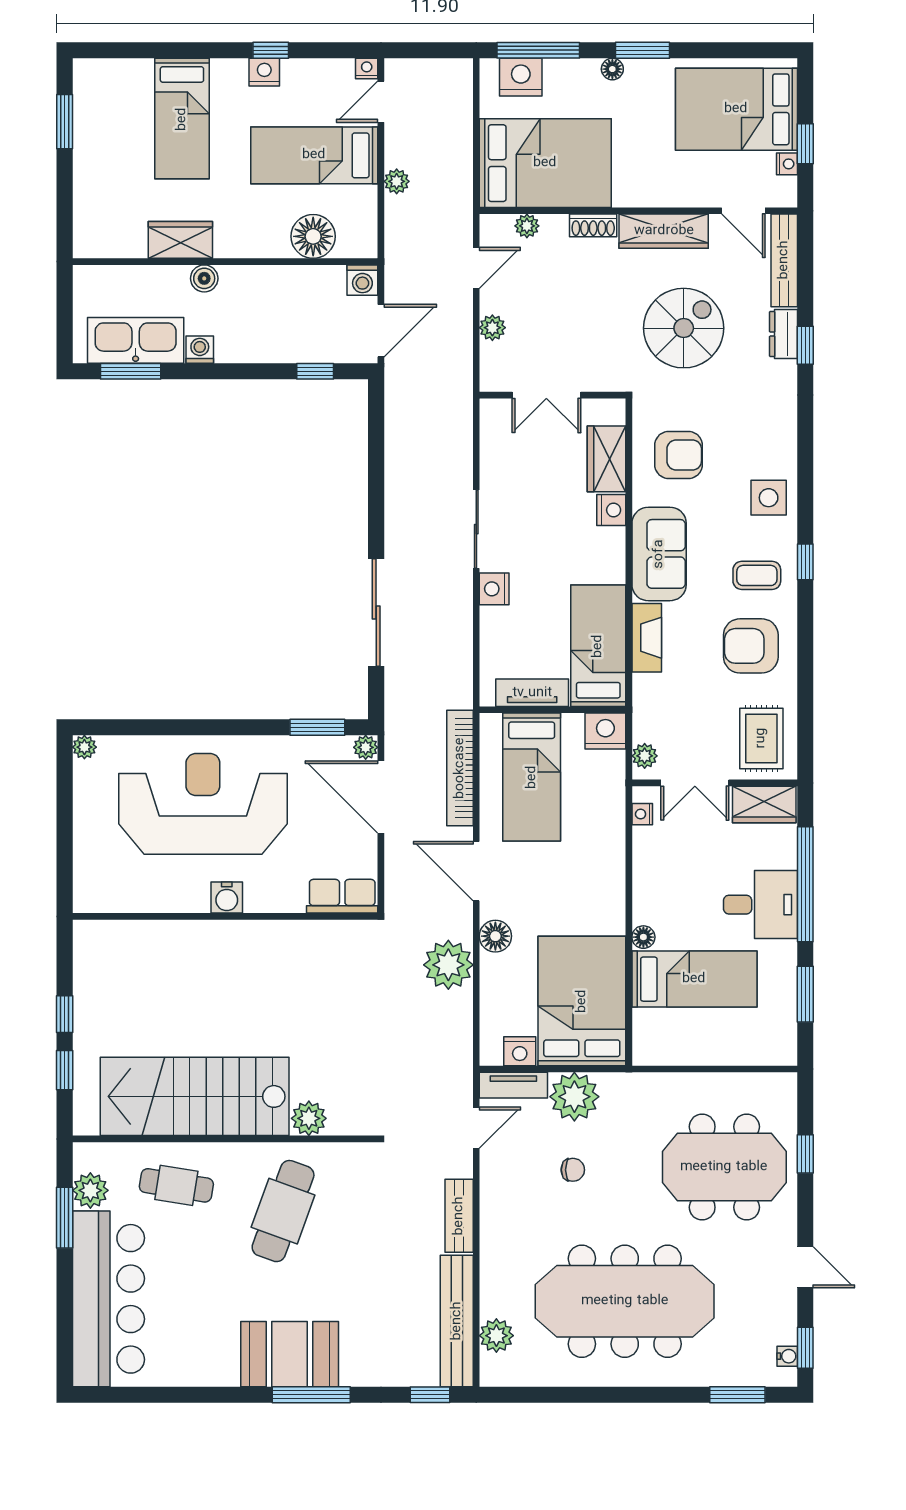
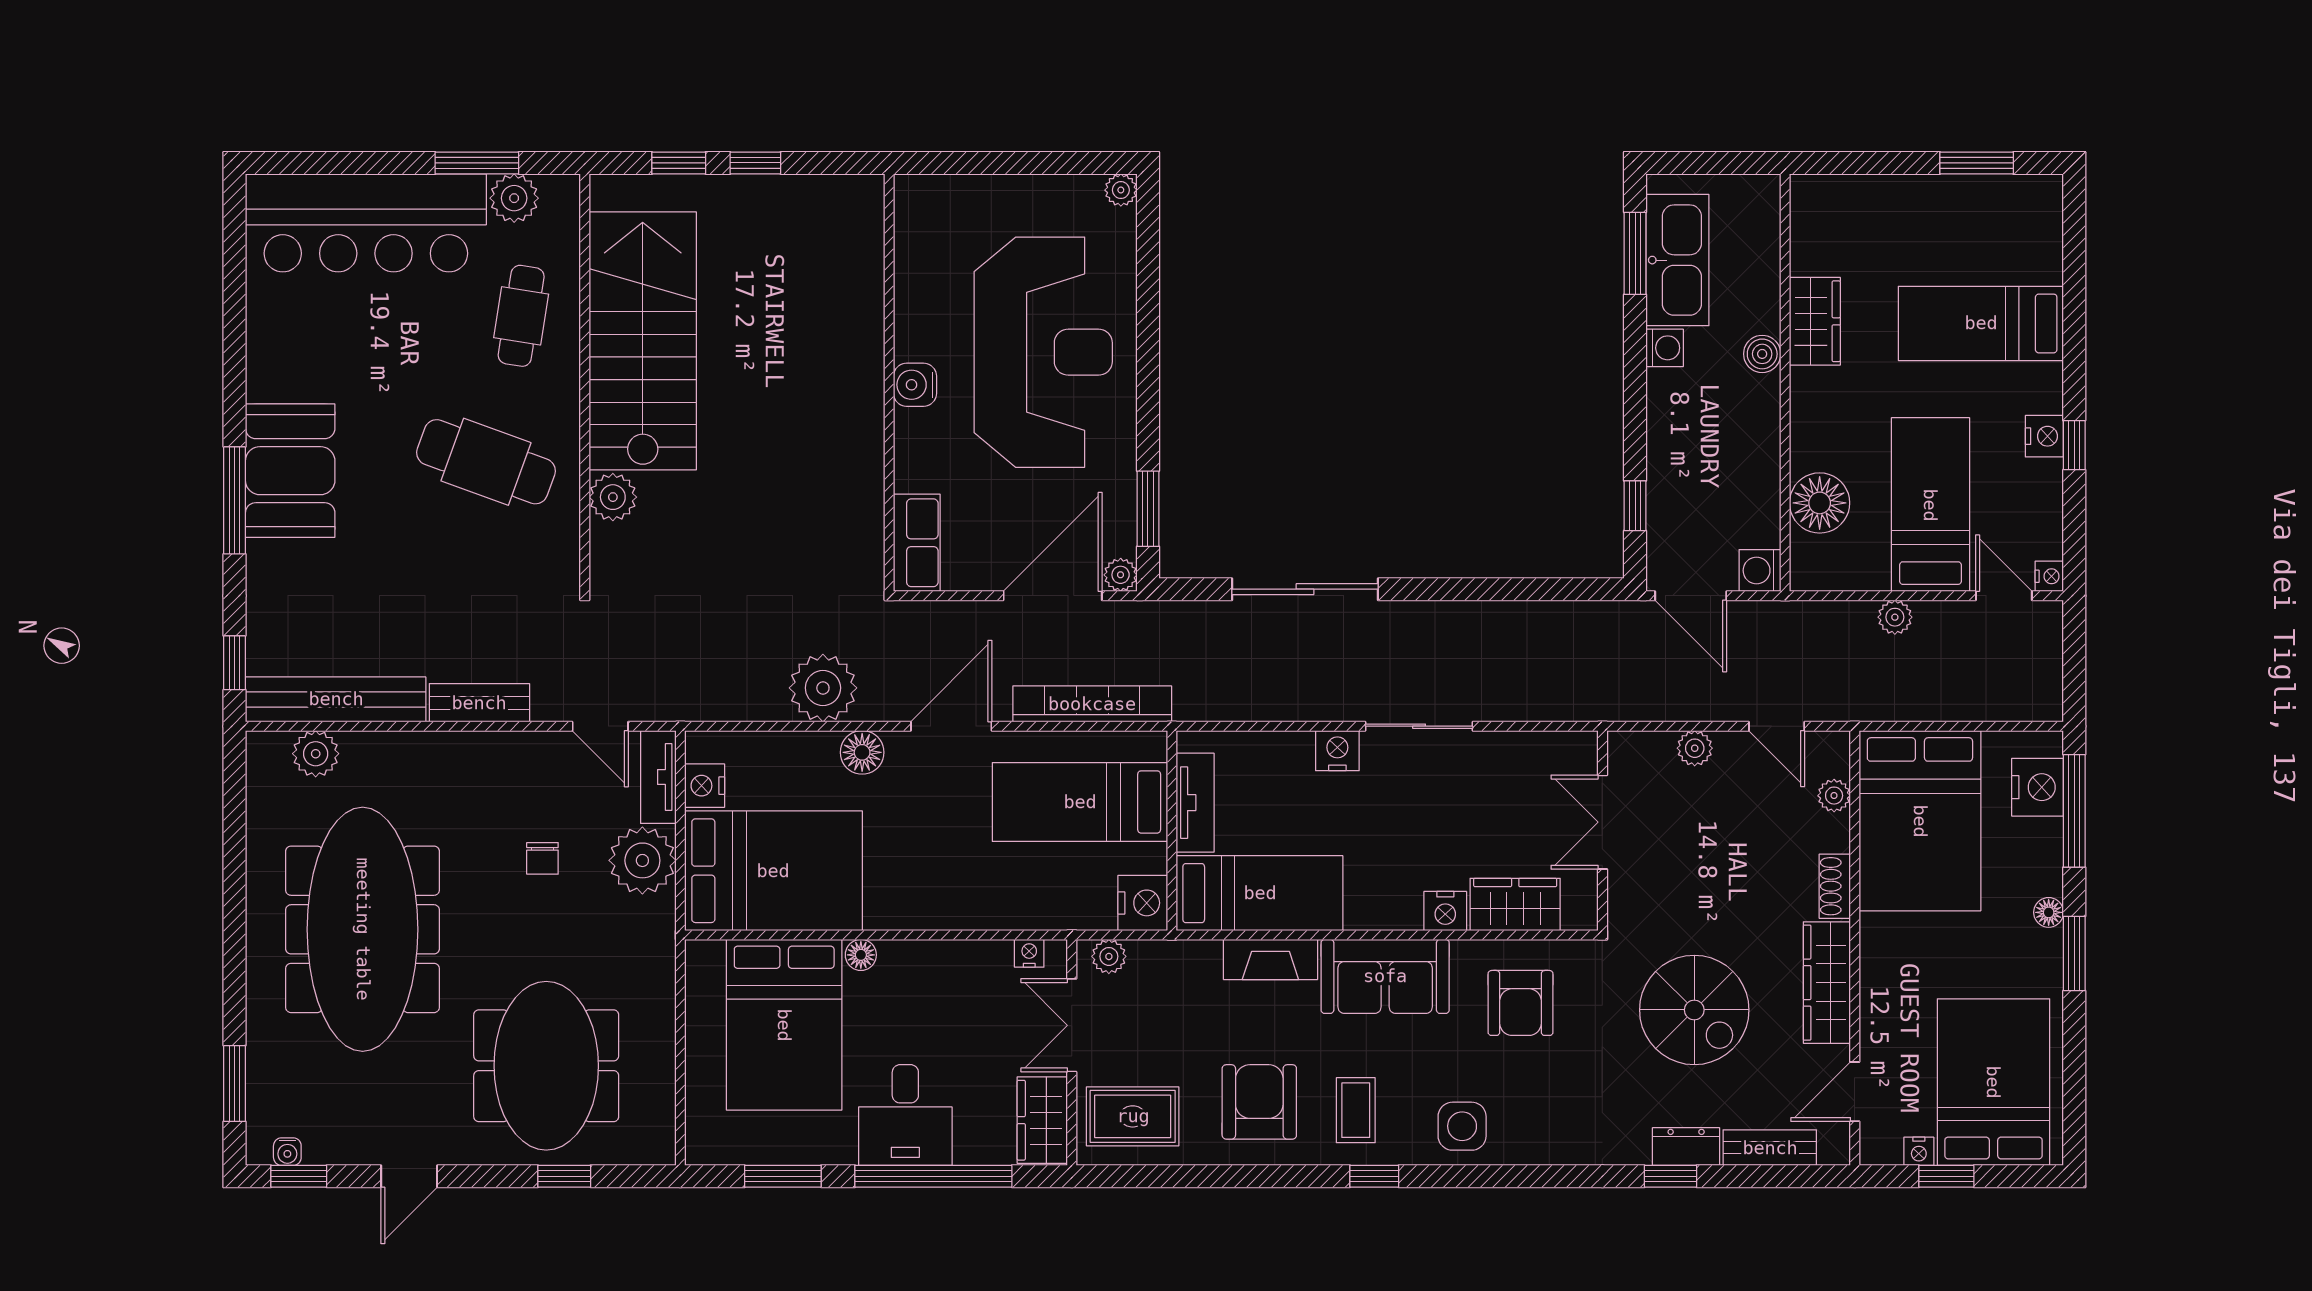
bench: (784, 260) -> (1770, 1148), width x0.73
bed: (694, 979) -> (784, 1025), width x1.50

